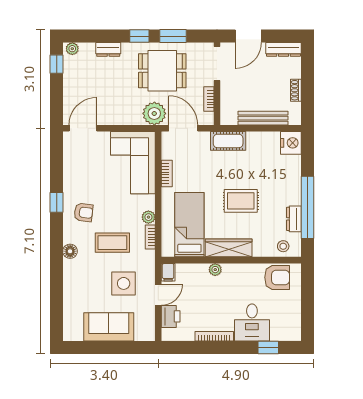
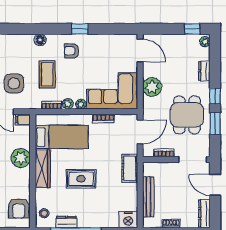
plant: (154, 113) -> (152, 87), moved
plant: (149, 201) -> (81, 104), added
rug: (241, 201) -> (81, 179), turned 90
armchair: (84, 212) -> (72, 51), turned 83
plant: (215, 270) -> (21, 158), width x1.88, depth x1.88

